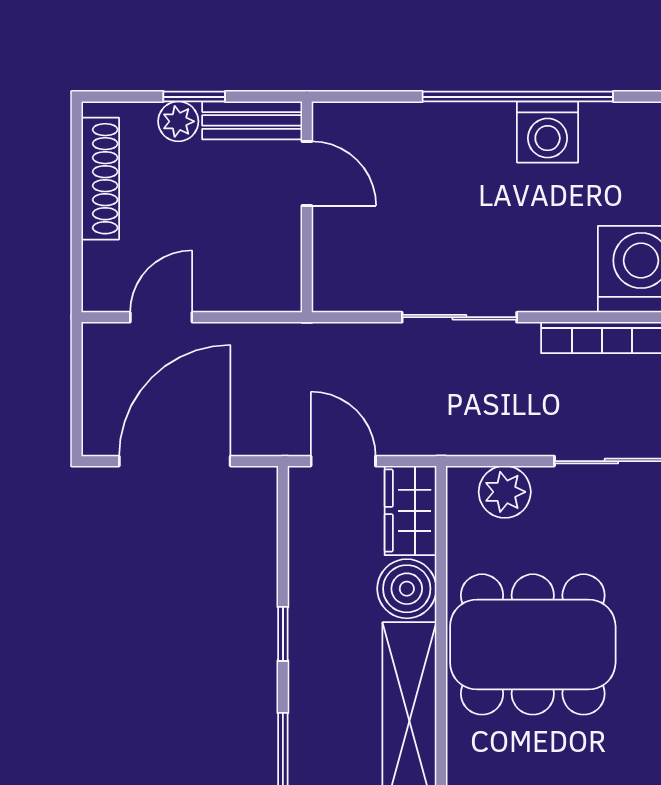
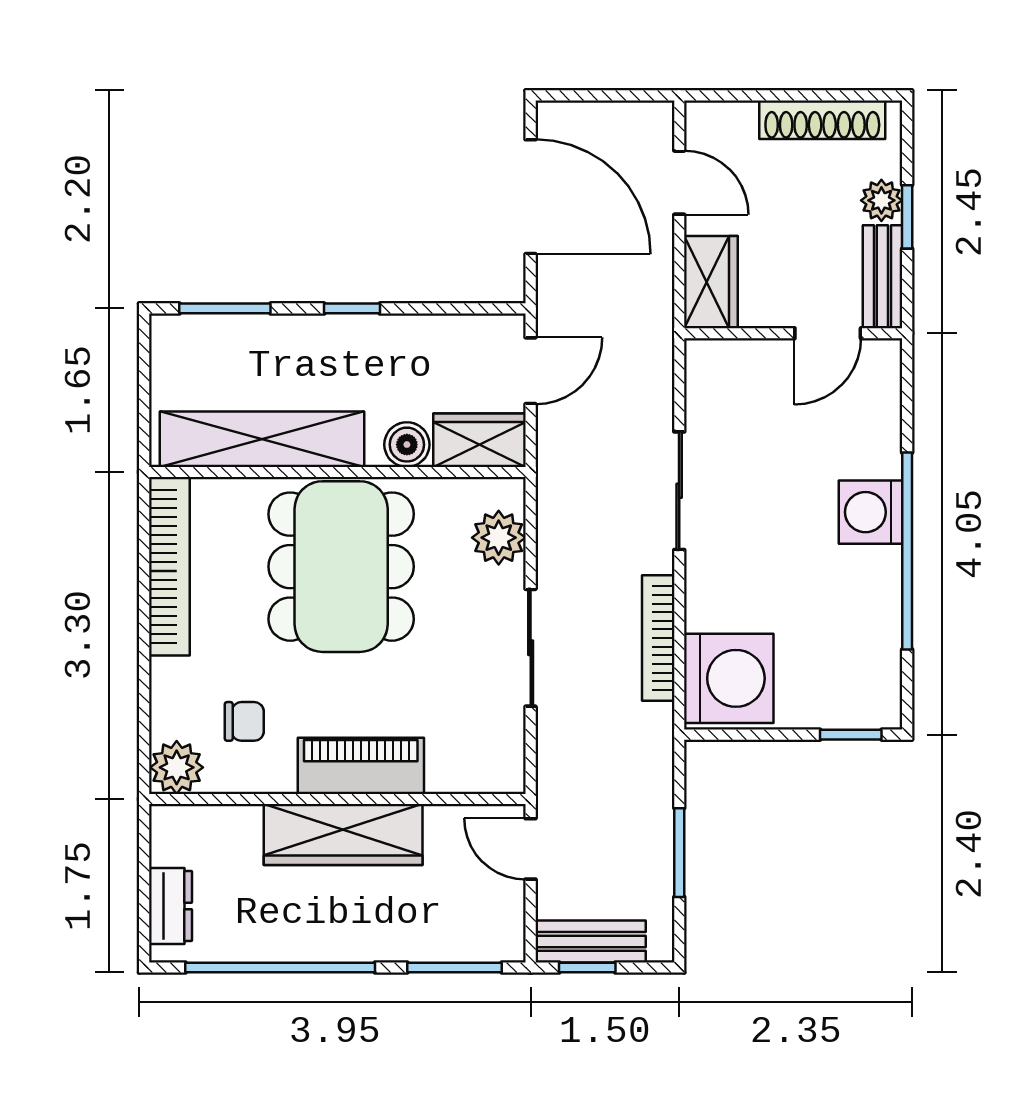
washing machine: (548, 132) -> (871, 512), moved
wardrobe: (257, 286) -> (711, 282), added
boiler: (407, 589) -> (407, 445), width x0.73, depth x0.73

